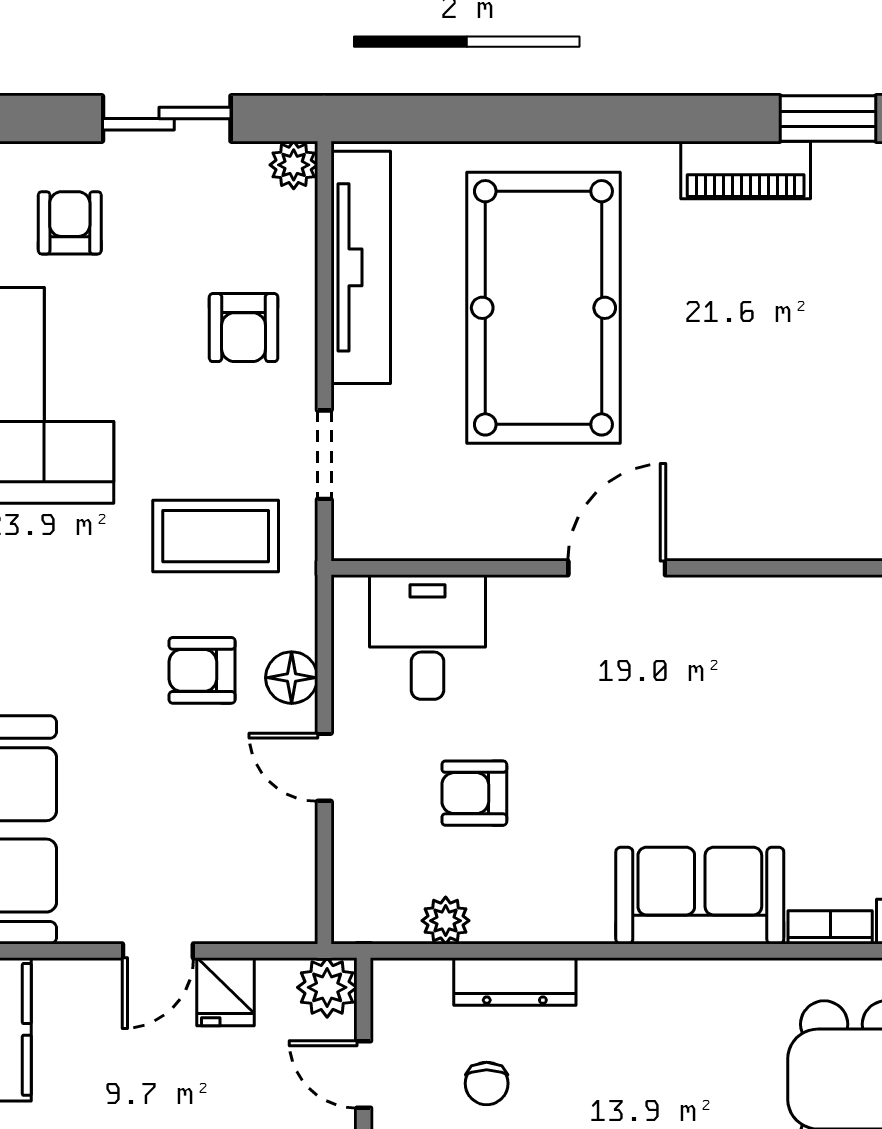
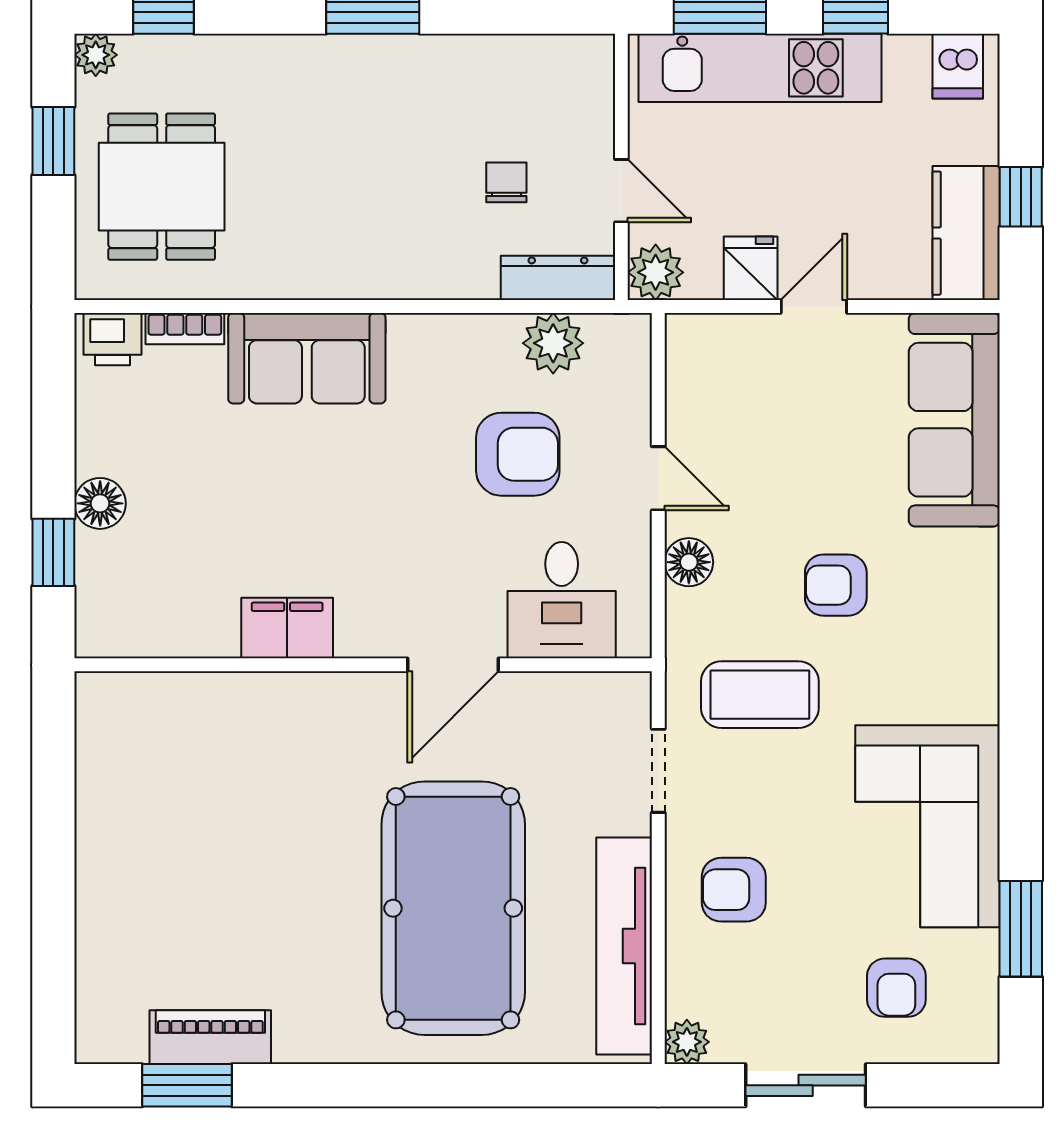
piano: (746, 170) -> (210, 1037), moved
armchair: (244, 328) -> (734, 890), turned -90
door: (617, 568) -> (453, 665), moved
filing cabinet: (721, 607) -> (287, 628), added
armchair: (202, 670) -> (836, 585), moved, turned 180
armchair: (474, 793) -> (518, 454), width x1.38, depth x1.38
plant: (446, 921) -> (553, 343), width x1.38, depth x1.38
dresser: (515, 982) -> (558, 278), moved

